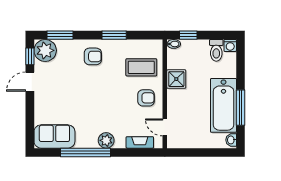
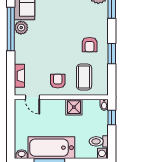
armchair: (93, 56) -> (90, 45), moved
armchair: (146, 98) -> (58, 81), turned 180
door: (165, 127) -> (32, 97), swing flipped
plant: (106, 140) -> (21, 28), moved

